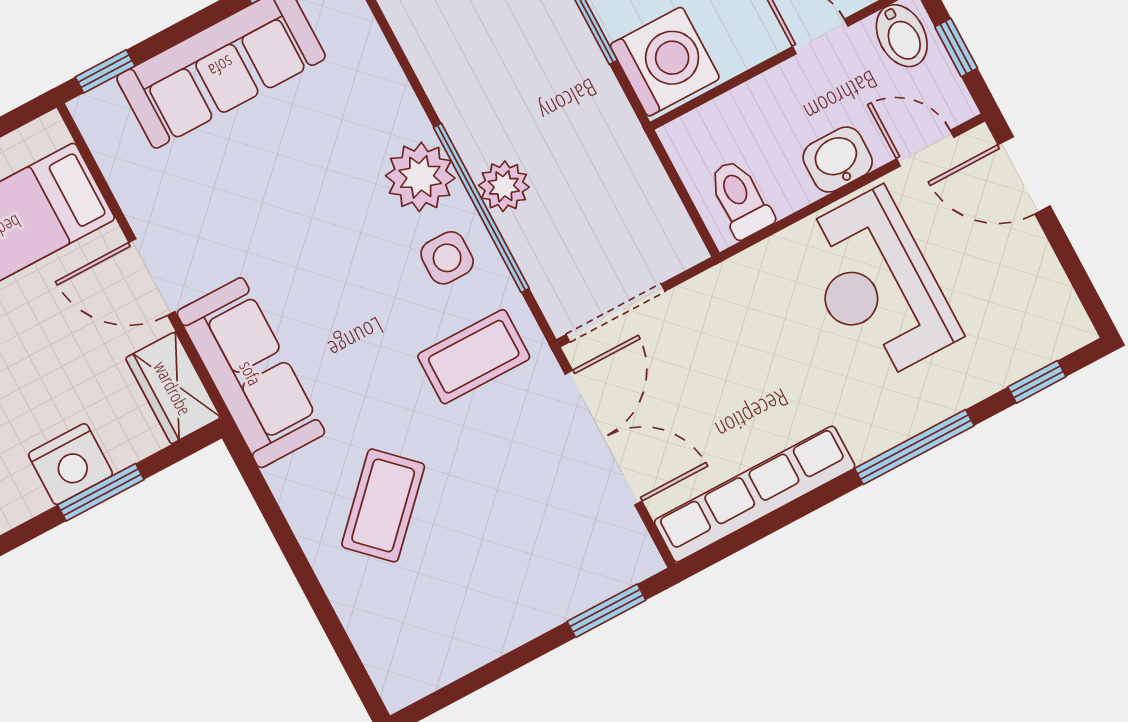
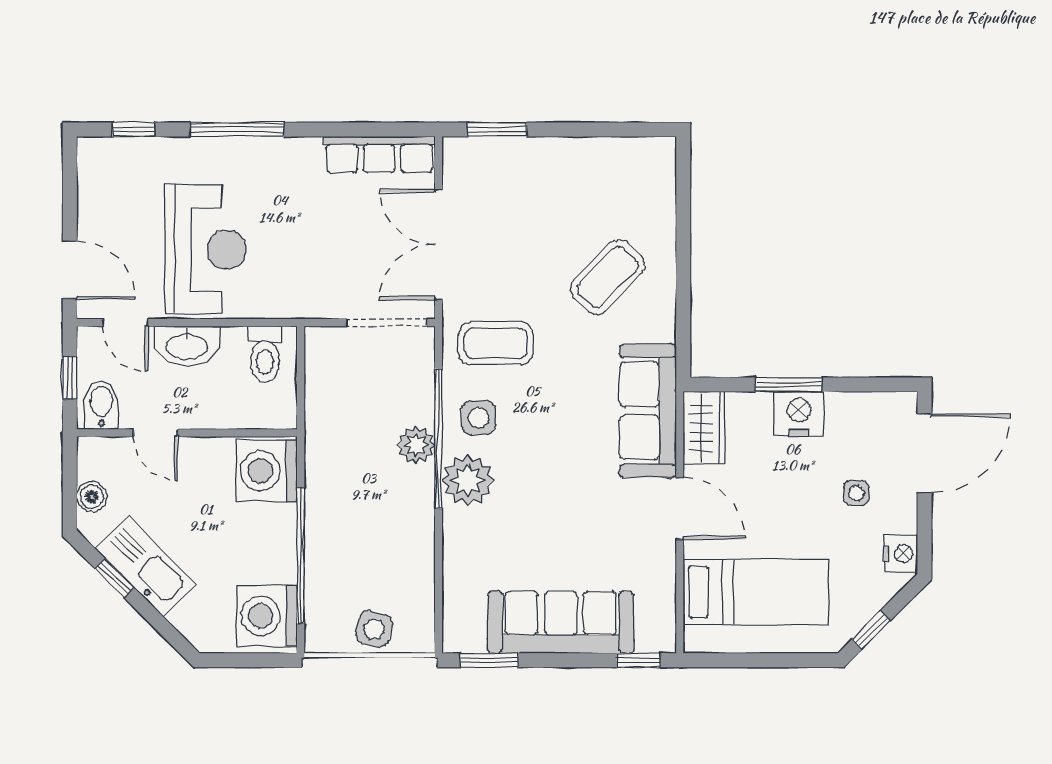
washbasin: (838, 160) -> (187, 346), width x1.38
row of seats: (755, 494) -> (379, 155), width x0.73

